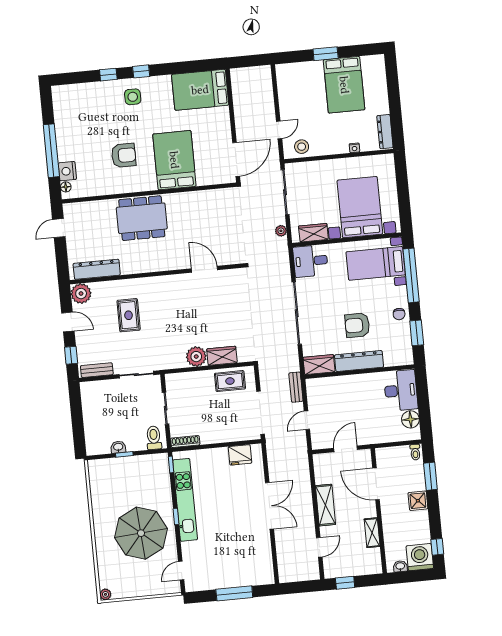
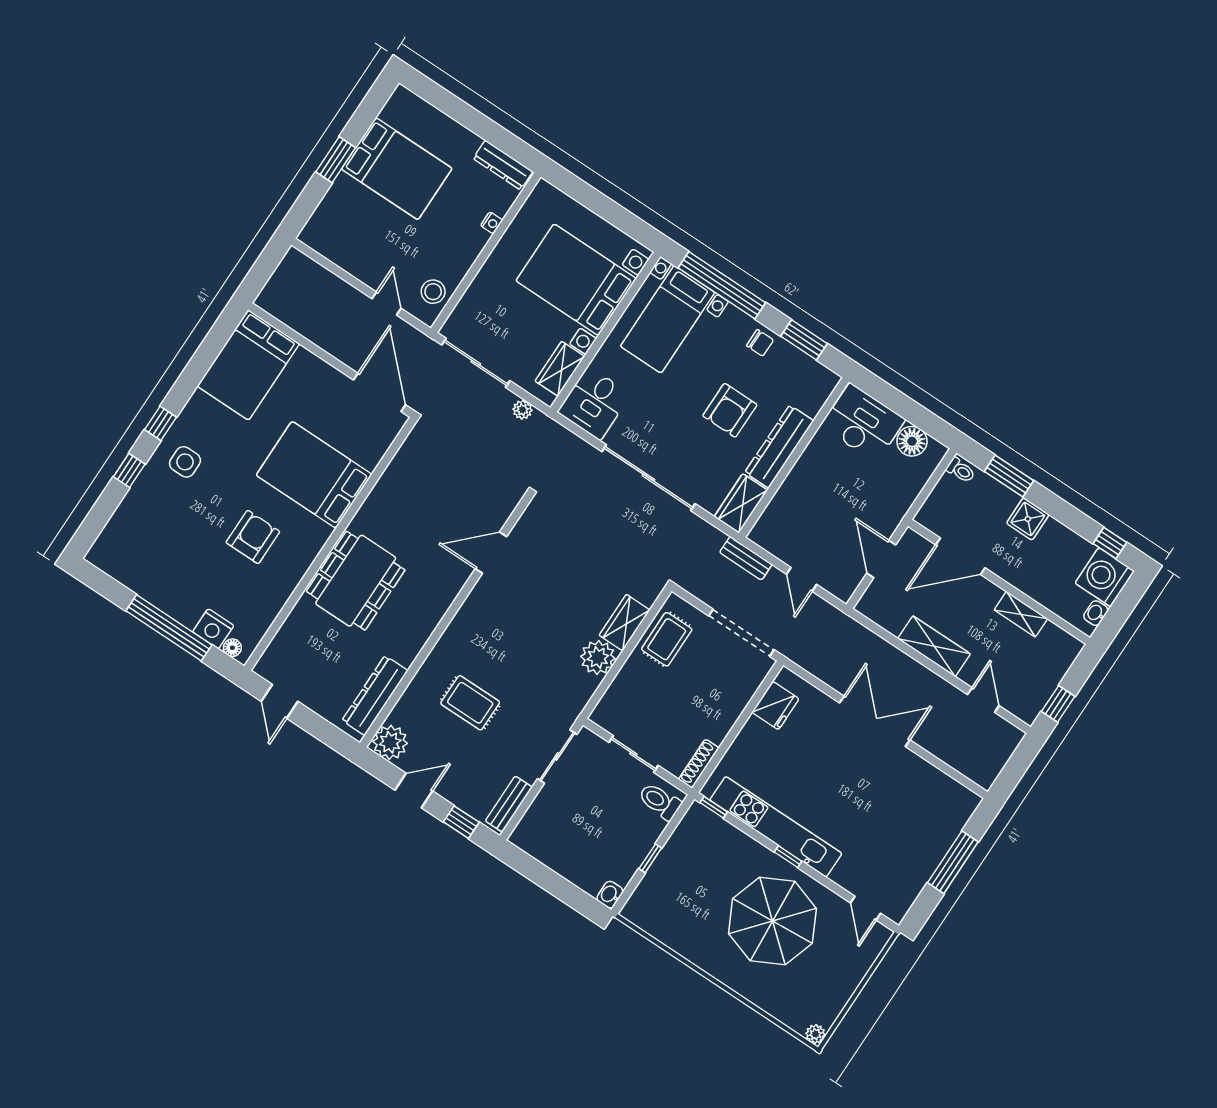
washbasin: (118, 447) -> (610, 895), moved

